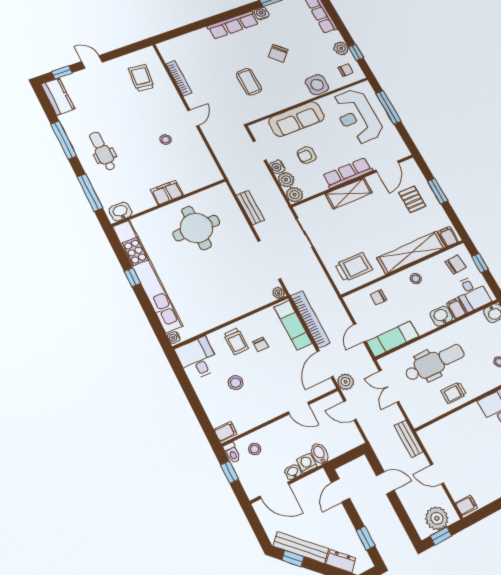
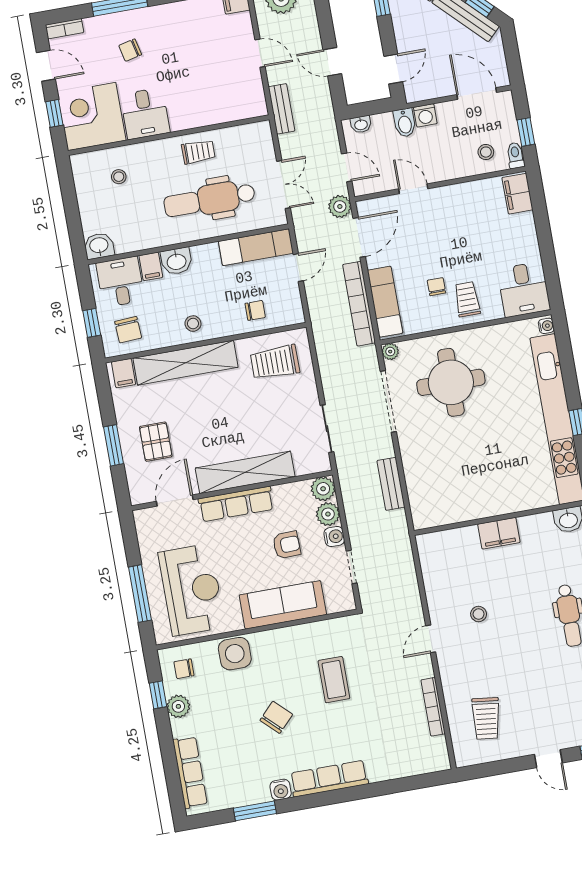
shelving: (349, 193) -> (245, 472), width x1.47
round table: (196, 228) -> (451, 382), moved
chair: (456, 264) -> (128, 330), turned -88
stool: (236, 383) -> (484, 244), removed
filing cabinet: (226, 432) -> (518, 194), width x2.00
washbasin: (293, 472) -> (361, 124), moved

